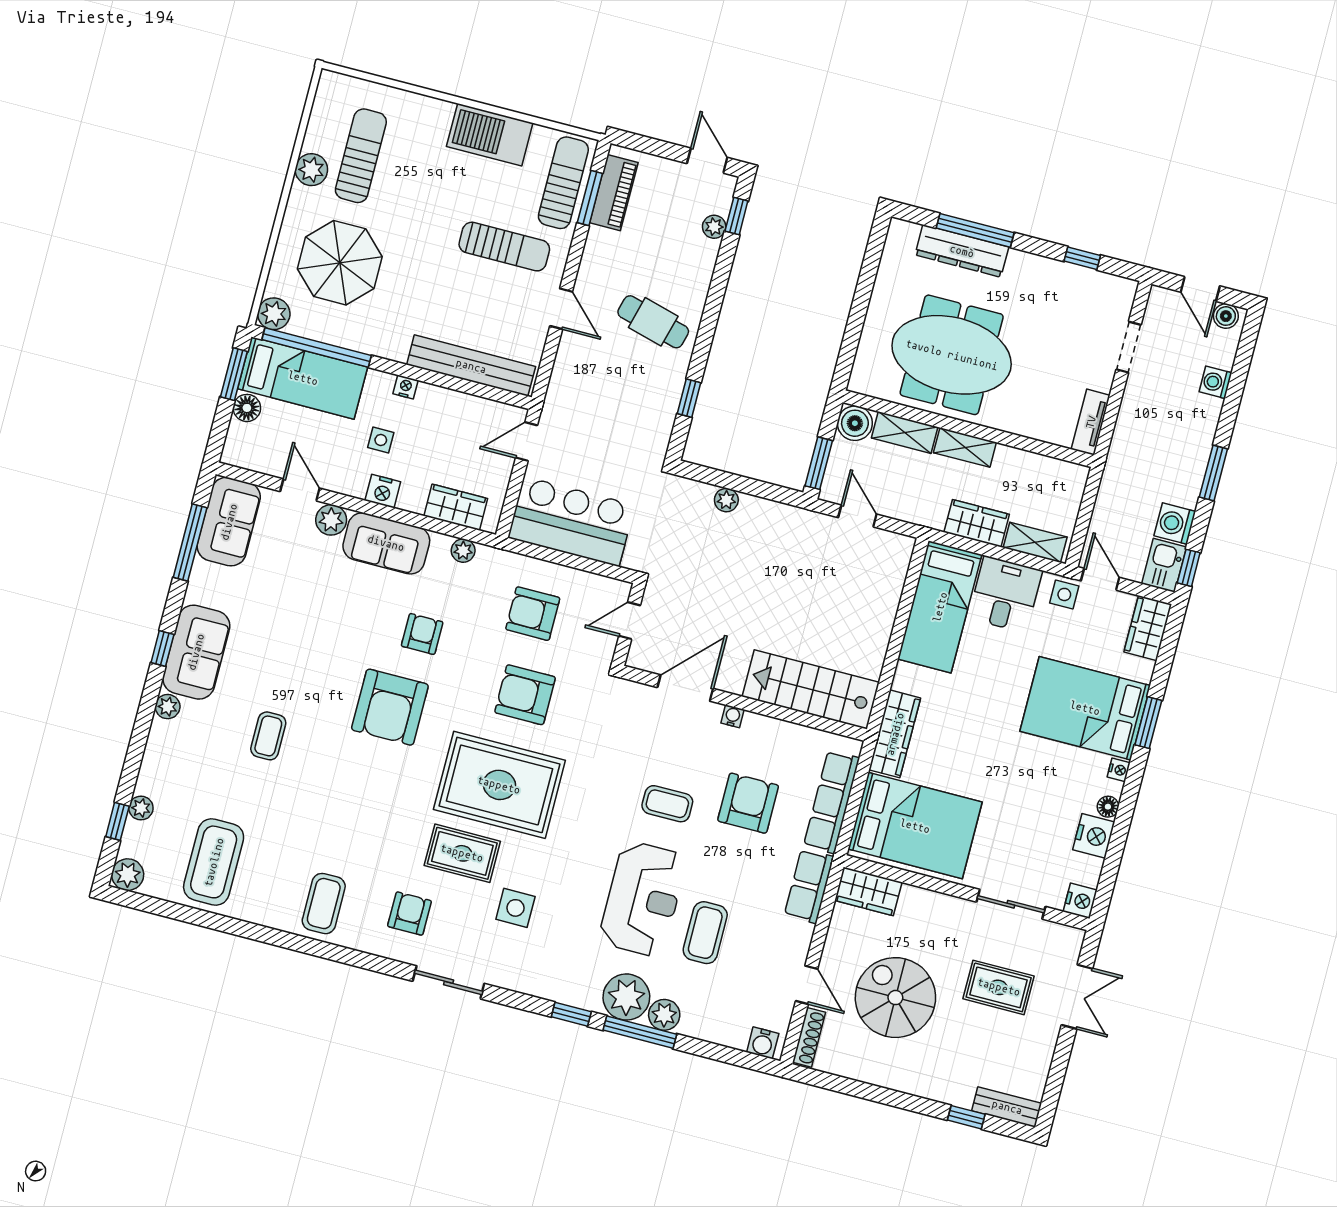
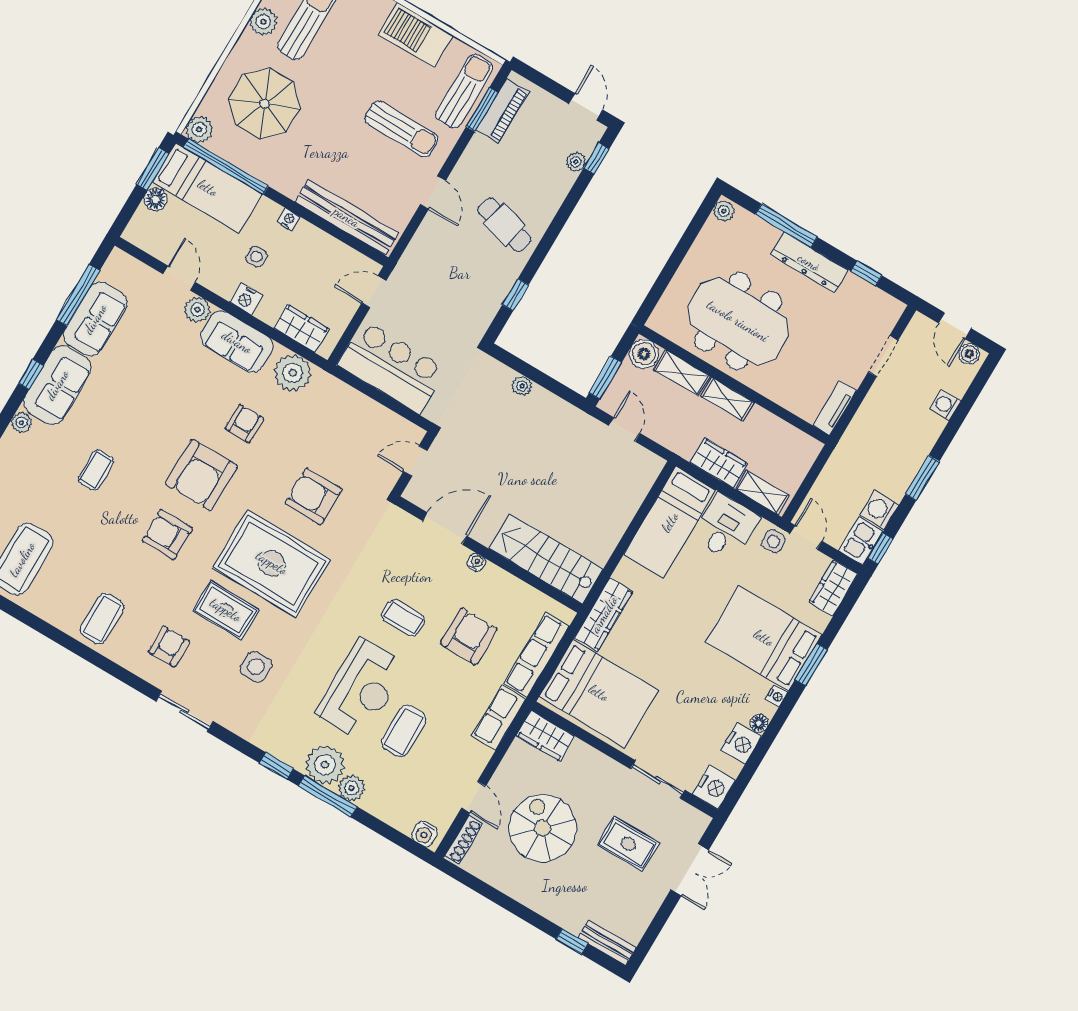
plant: (899, 234) -> (724, 211), added
dresser: (962, 251) -> (809, 262), moved
sofa: (229, 522) -> (95, 319), moved
plant: (463, 551) -> (293, 373), width x1.87, depth x1.87
armchair: (533, 614) -> (167, 535), moved
nightstand: (1080, 901) -> (714, 787), width x1.36, depth x1.33

